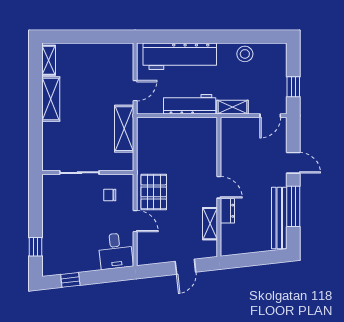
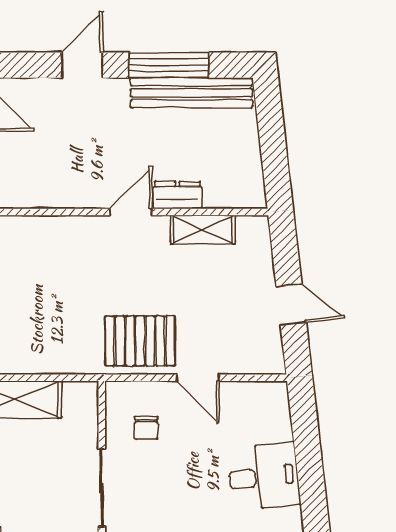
door: (135, 221) -> (198, 378), swing flipped
desk: (115, 251) -> (264, 477), moved
door: (185, 267) -> (291, 304), moved
window: (70, 280) -> (314, 506), removed

